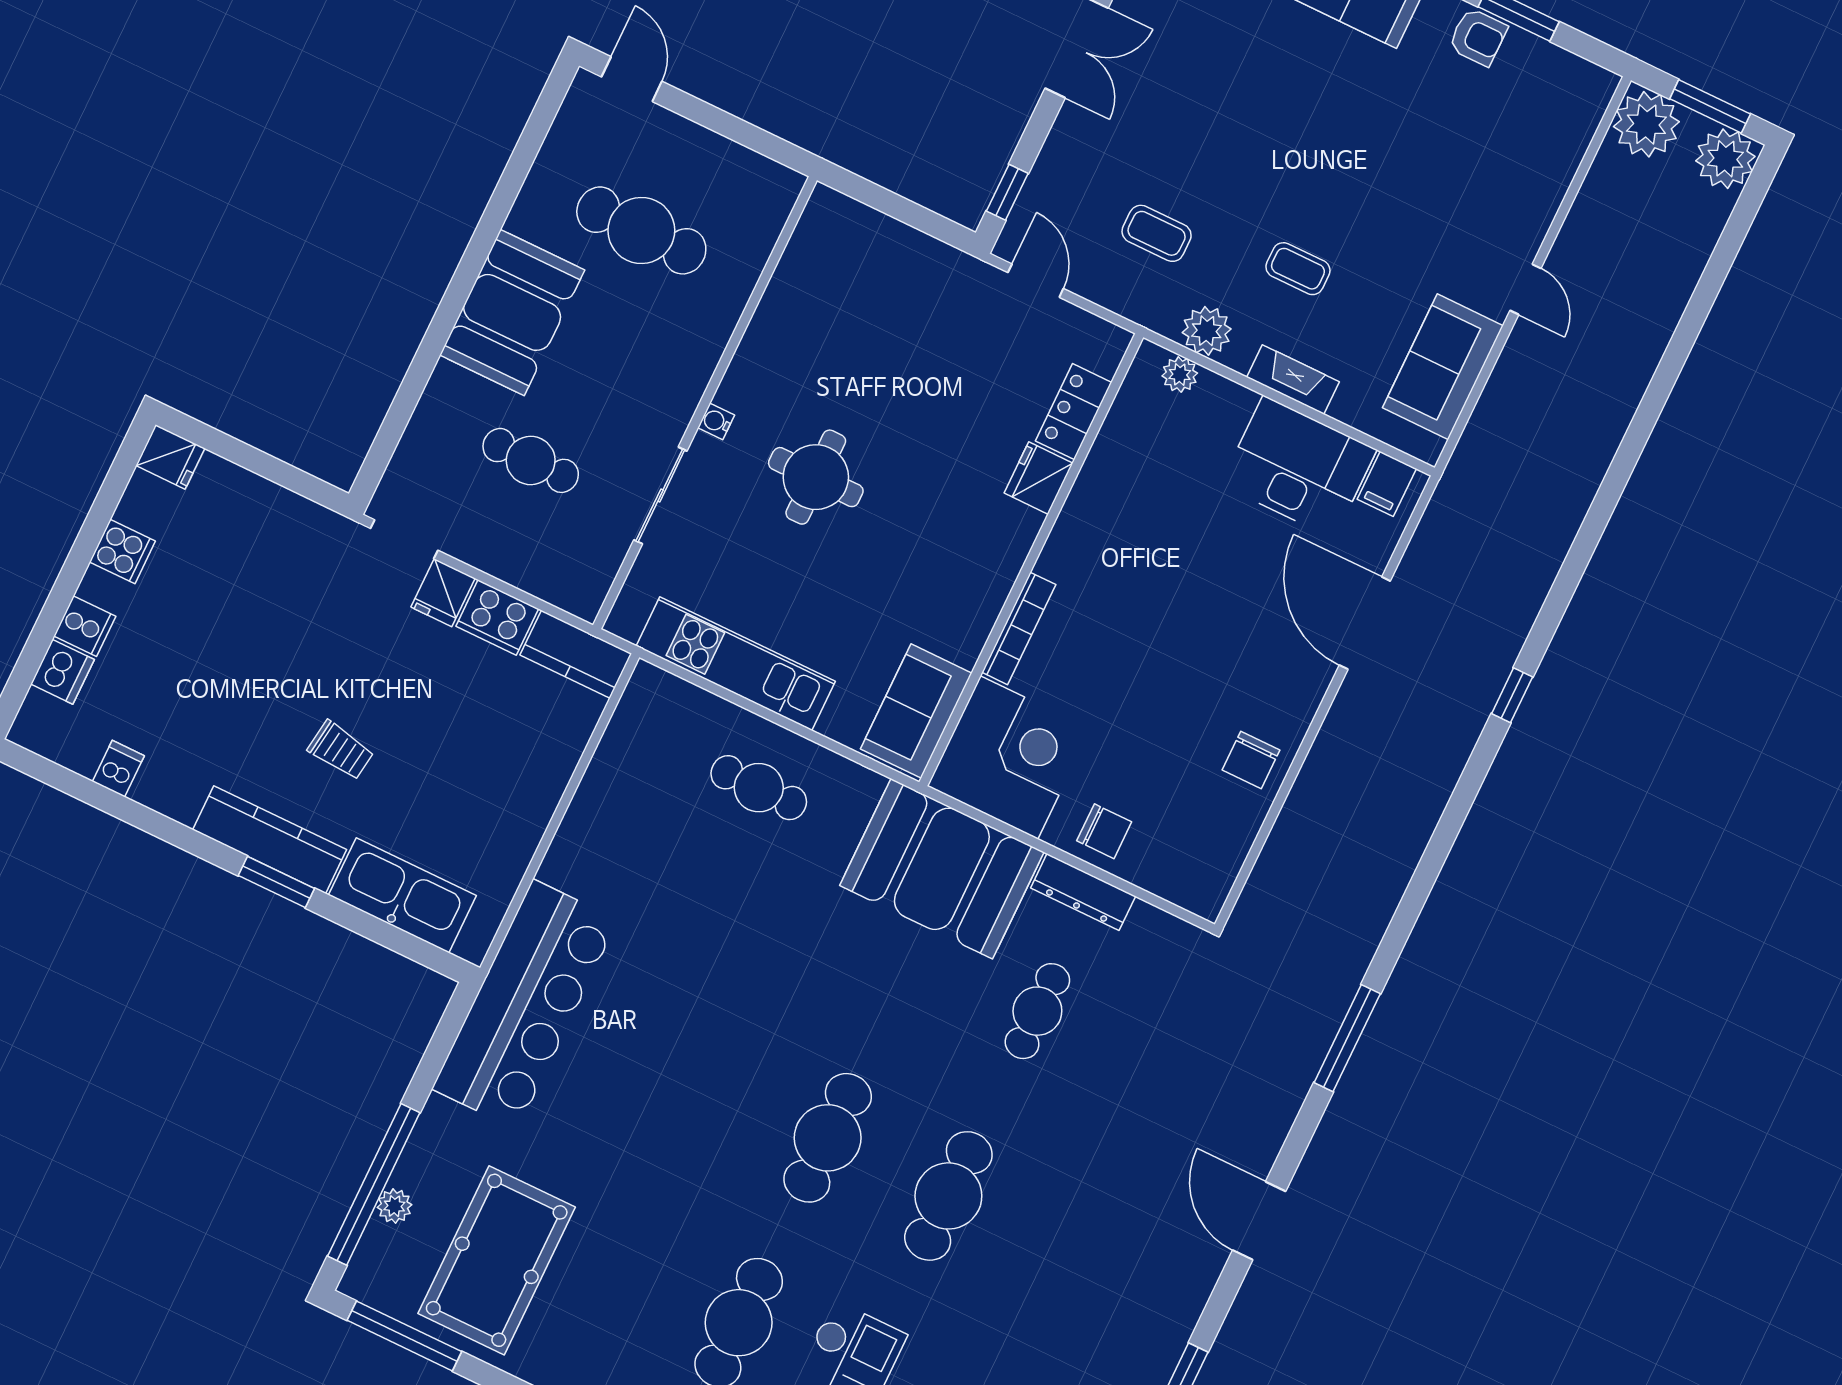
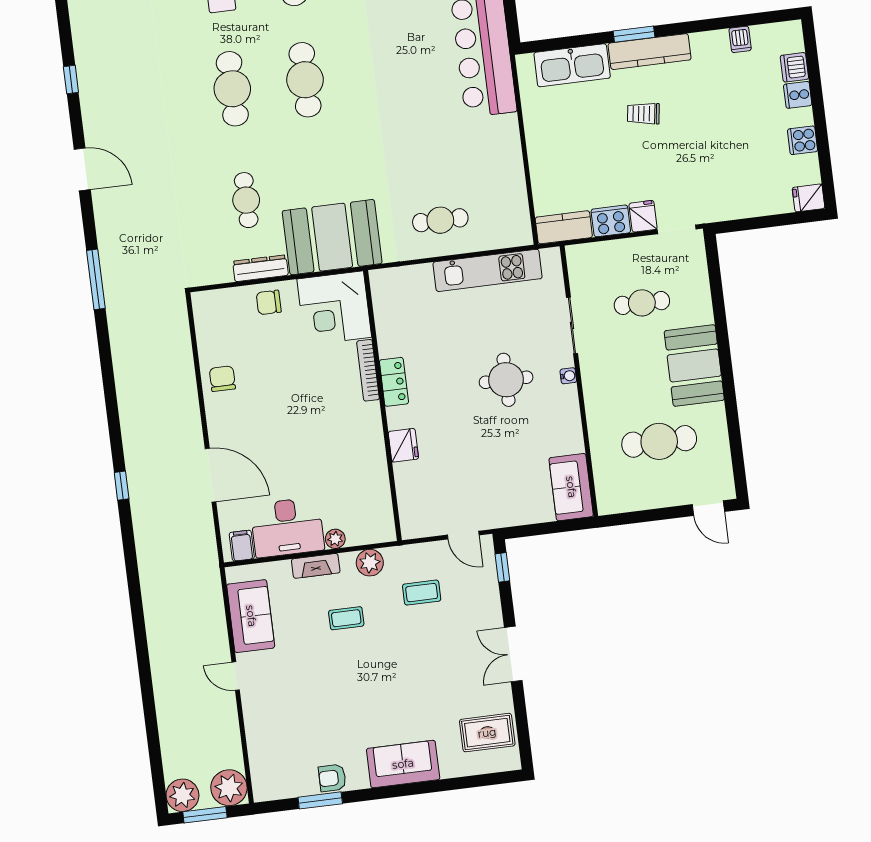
plant: (1180, 375) -> (335, 539), moved
locker: (1074, 412) -> (394, 382), moved
sofa: (916, 711) -> (571, 487), moved, turned 180

